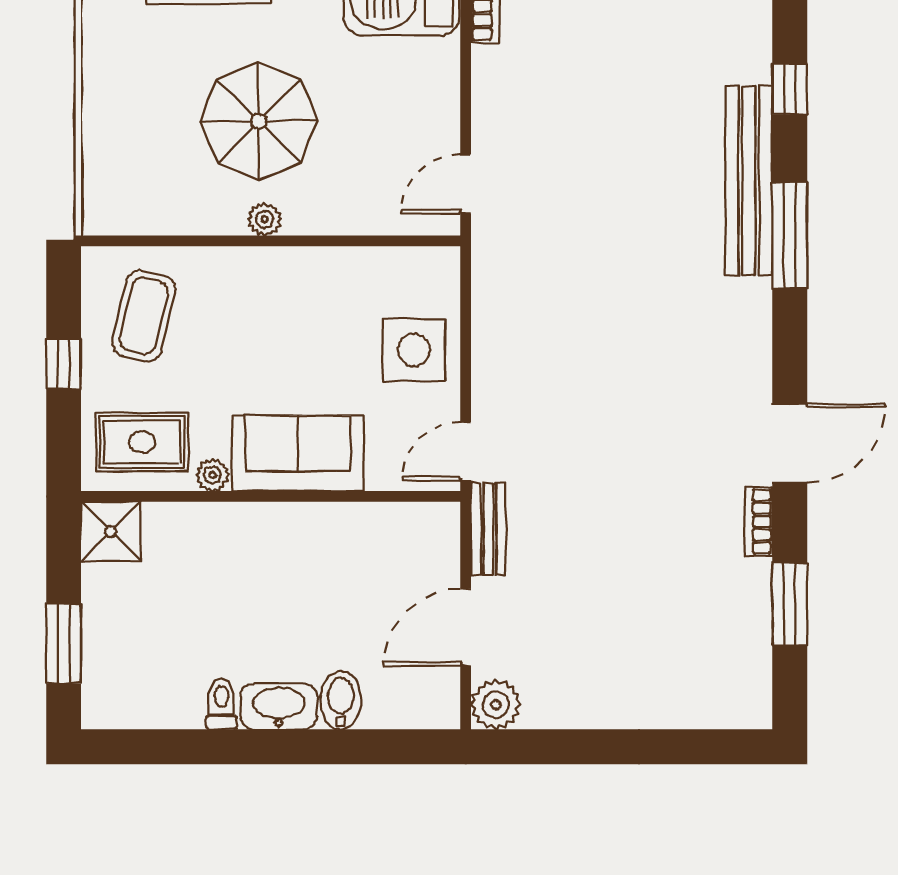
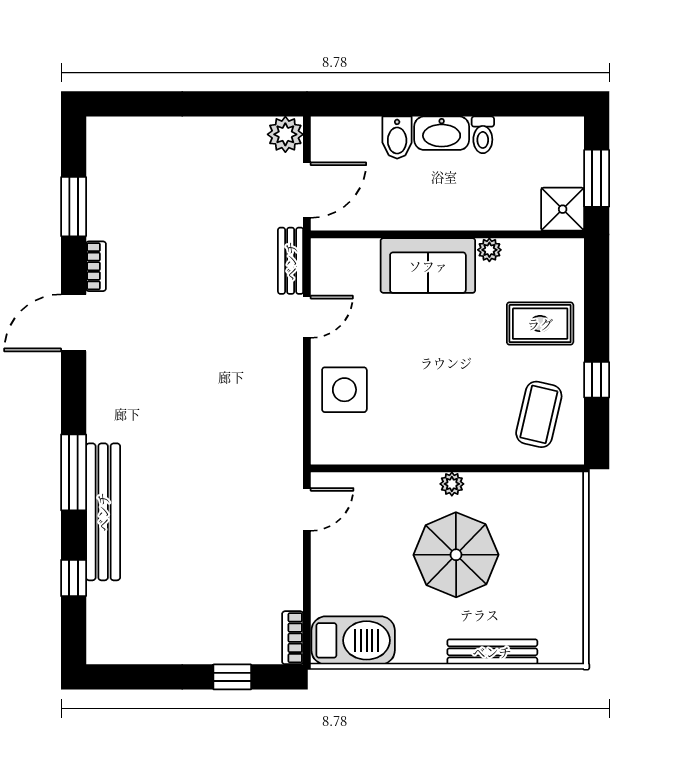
sofa: (298, 453) -> (428, 266), moved
plant: (212, 475) -> (489, 250), moved
wall: (271, 496) -> (447, 234), moved
shower: (111, 531) -> (563, 209), moved

